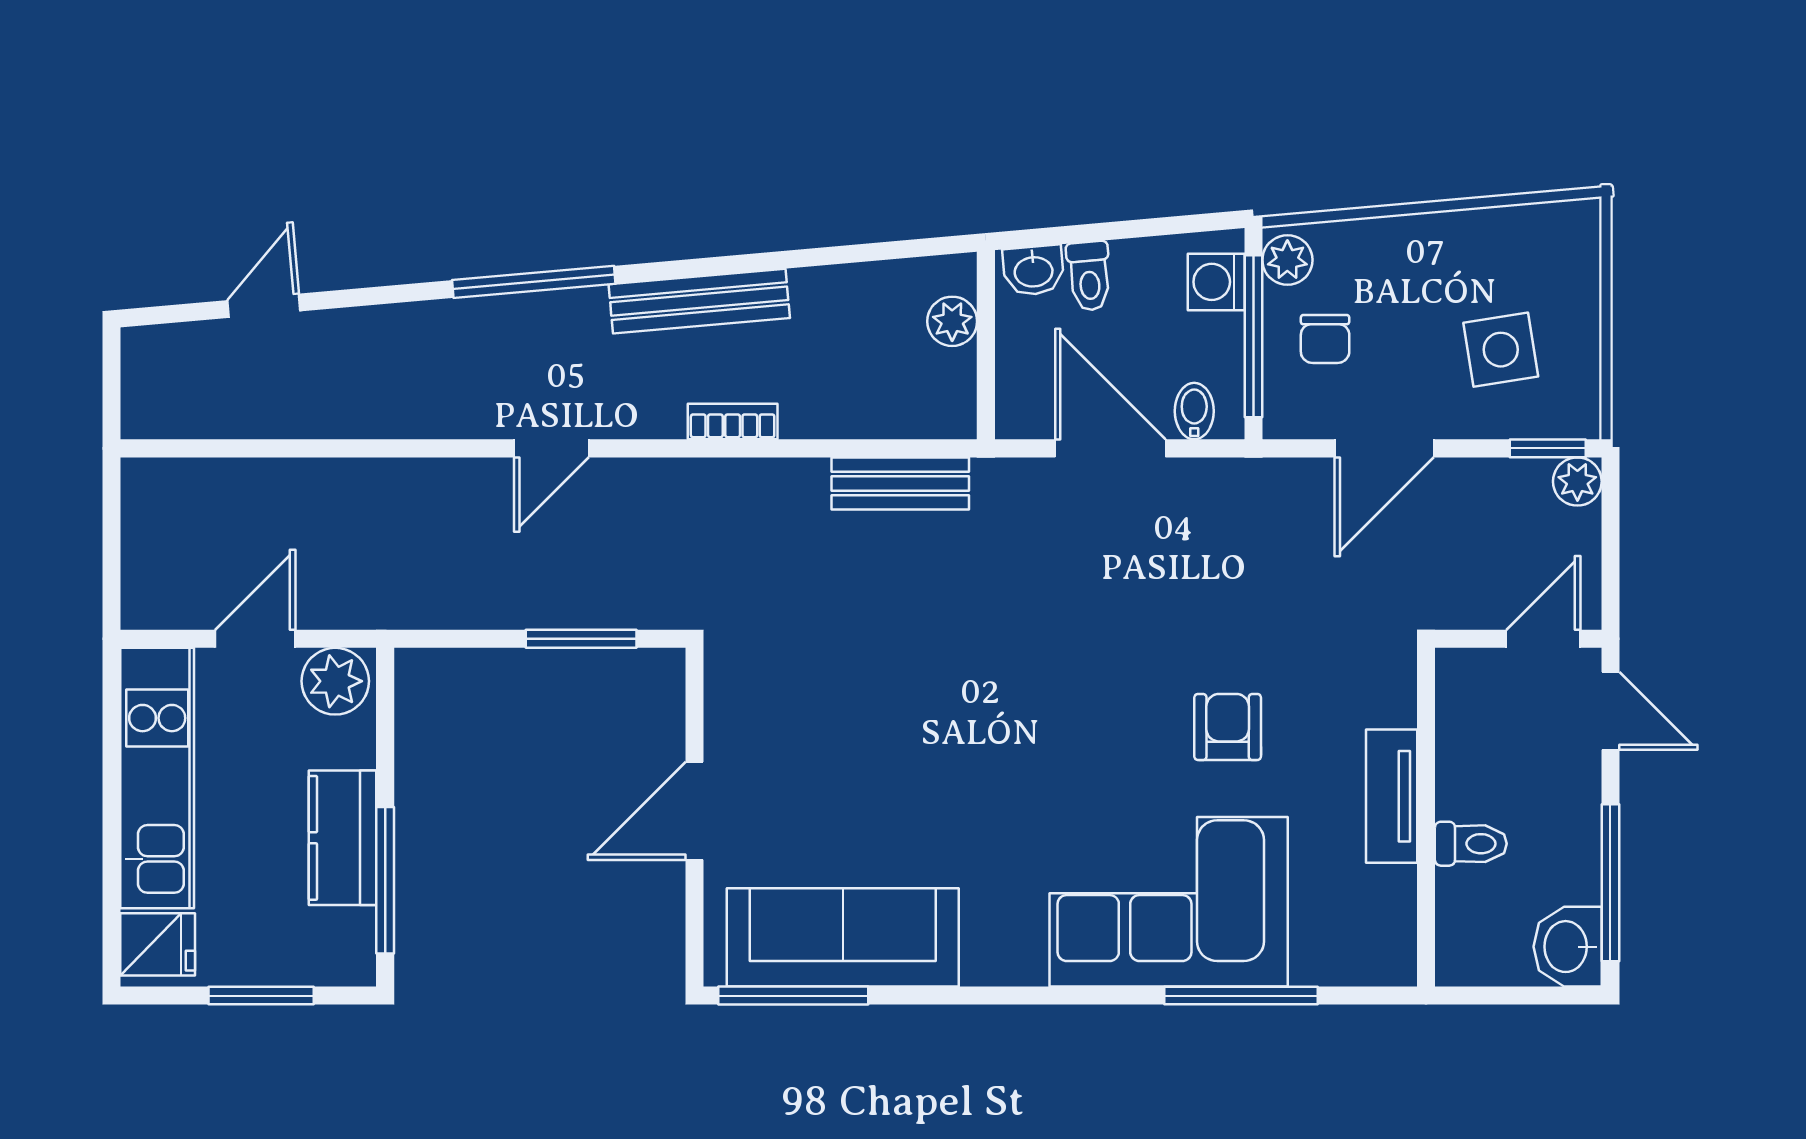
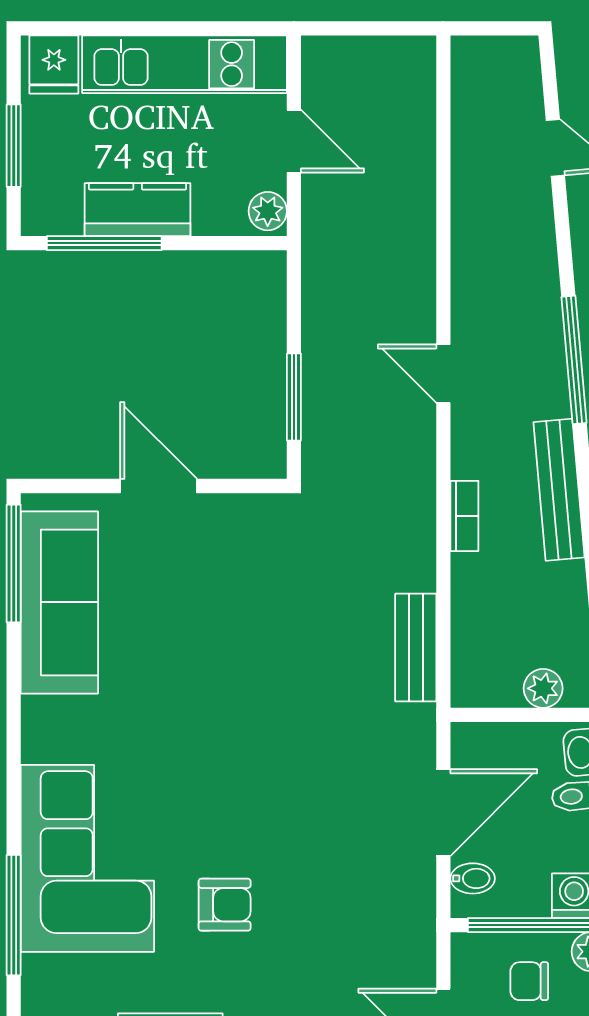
plant: (335, 681) -> (268, 211), width x0.73, depth x0.73

